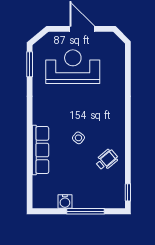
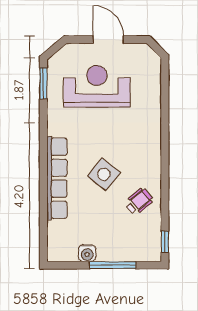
side table: (78, 138) -> (104, 174), width x1.87, depth x1.87
row of seats: (41, 150) -> (57, 178), width x1.36

